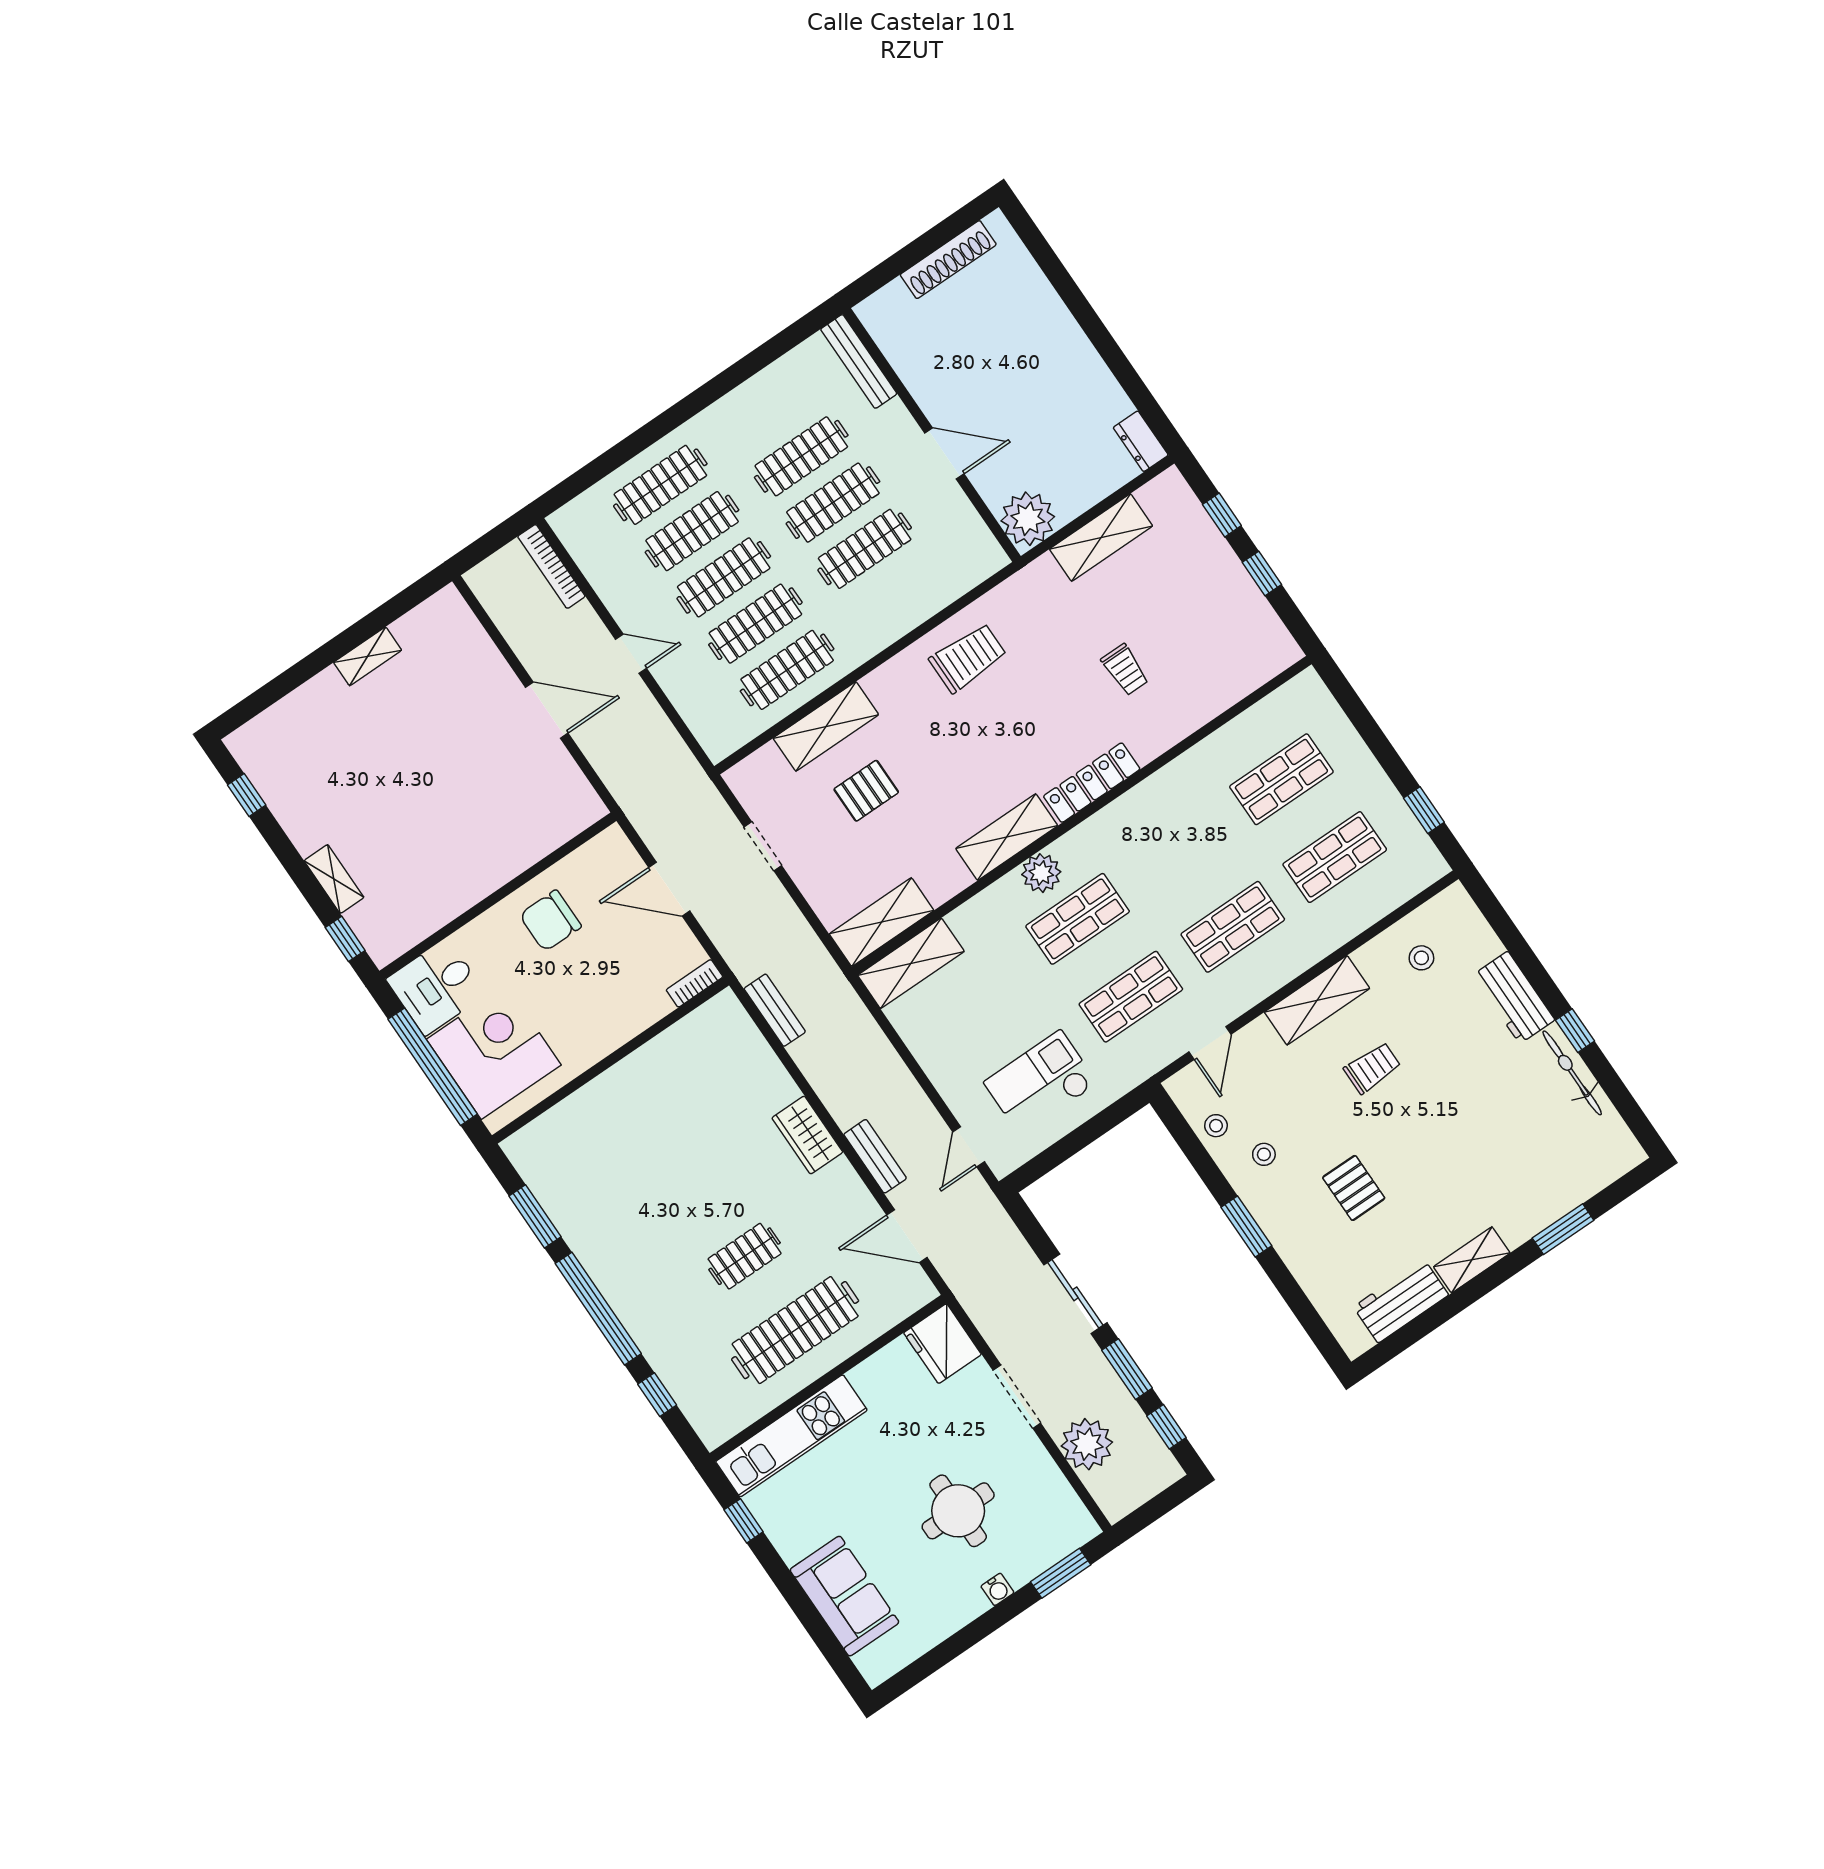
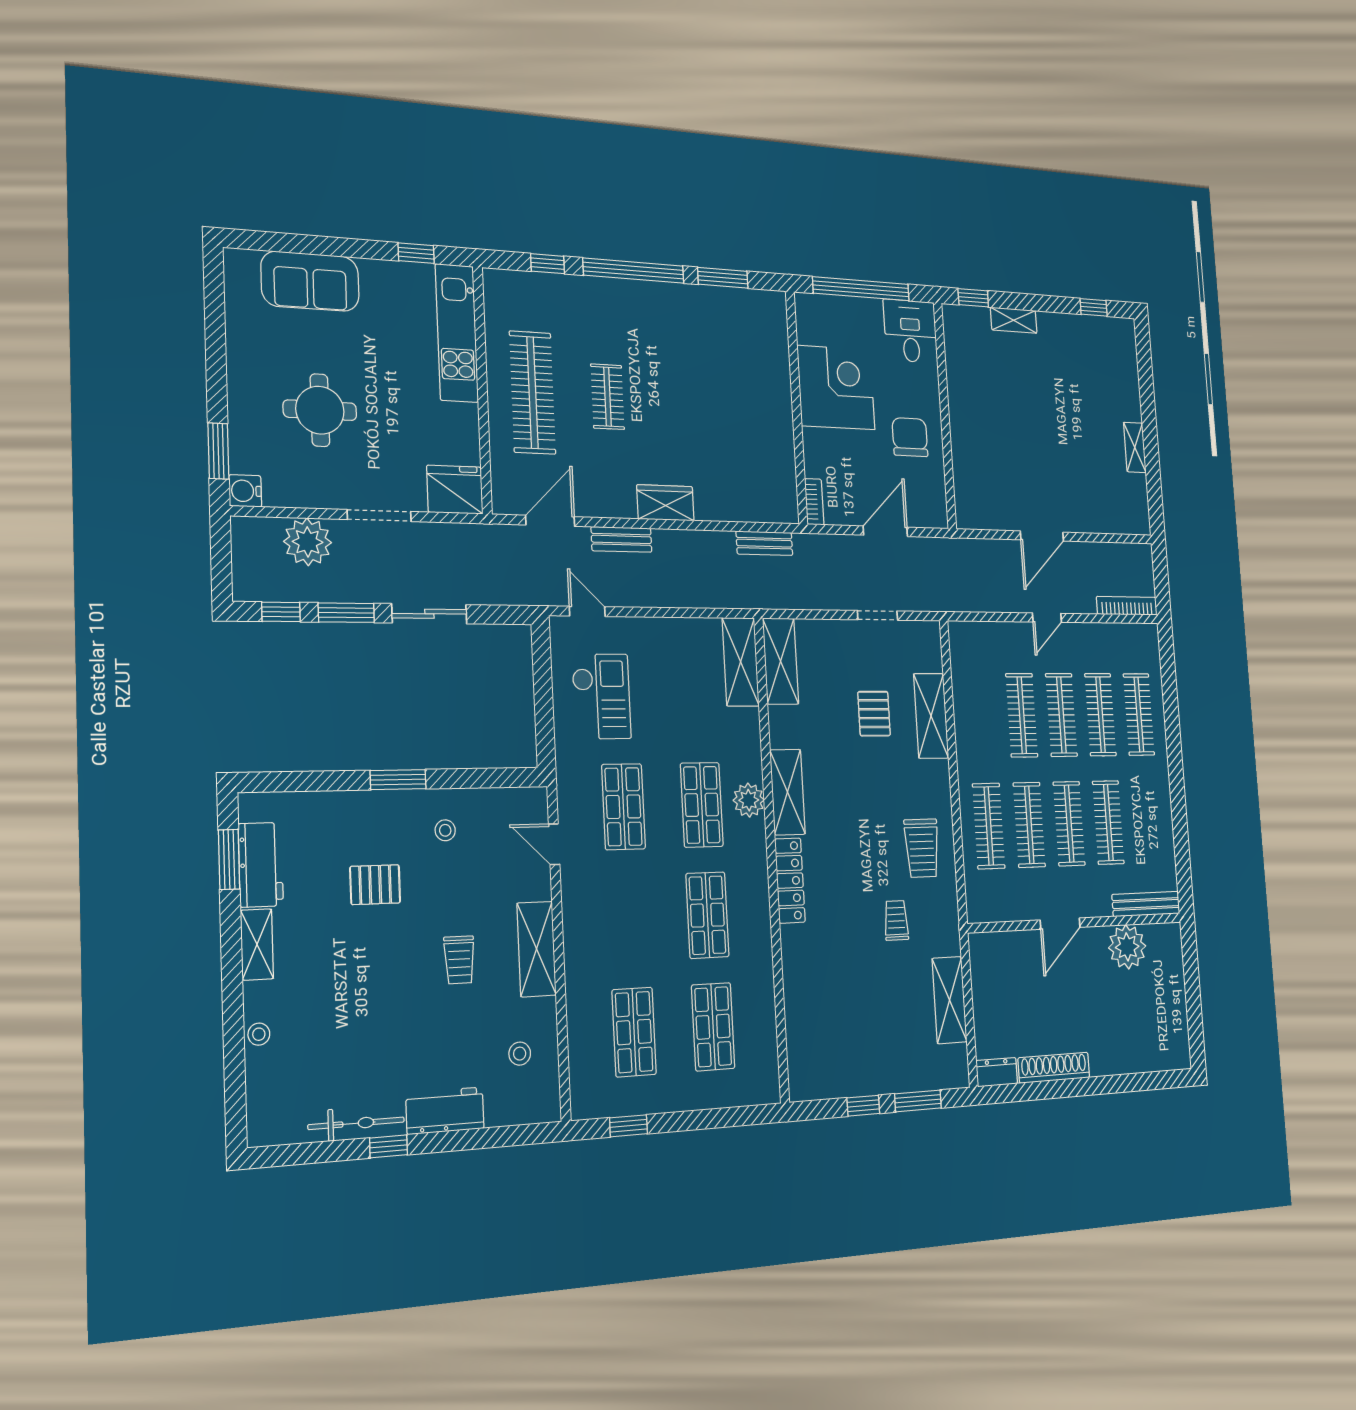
shoe rack: (948, 260) -> (1054, 1068), moved, turned 90
window: (1222, 515) -> (918, 1101), width x1.50
plant: (1028, 519) -> (1127, 947), moved
clothes rail: (787, 670) -> (989, 826), moved
trolley: (1125, 670) -> (896, 920), moved, turned 90
shop shelf: (1233, 927) -> (707, 915), moved
corner desk: (494, 1052) -> (836, 388), moved, turned -90
stool: (1216, 1126) -> (259, 1034), moved
window: (1563, 1229) -> (229, 859), moved
water cooler: (997, 1589) -> (245, 491), moved, width x1.38, depth x1.38

